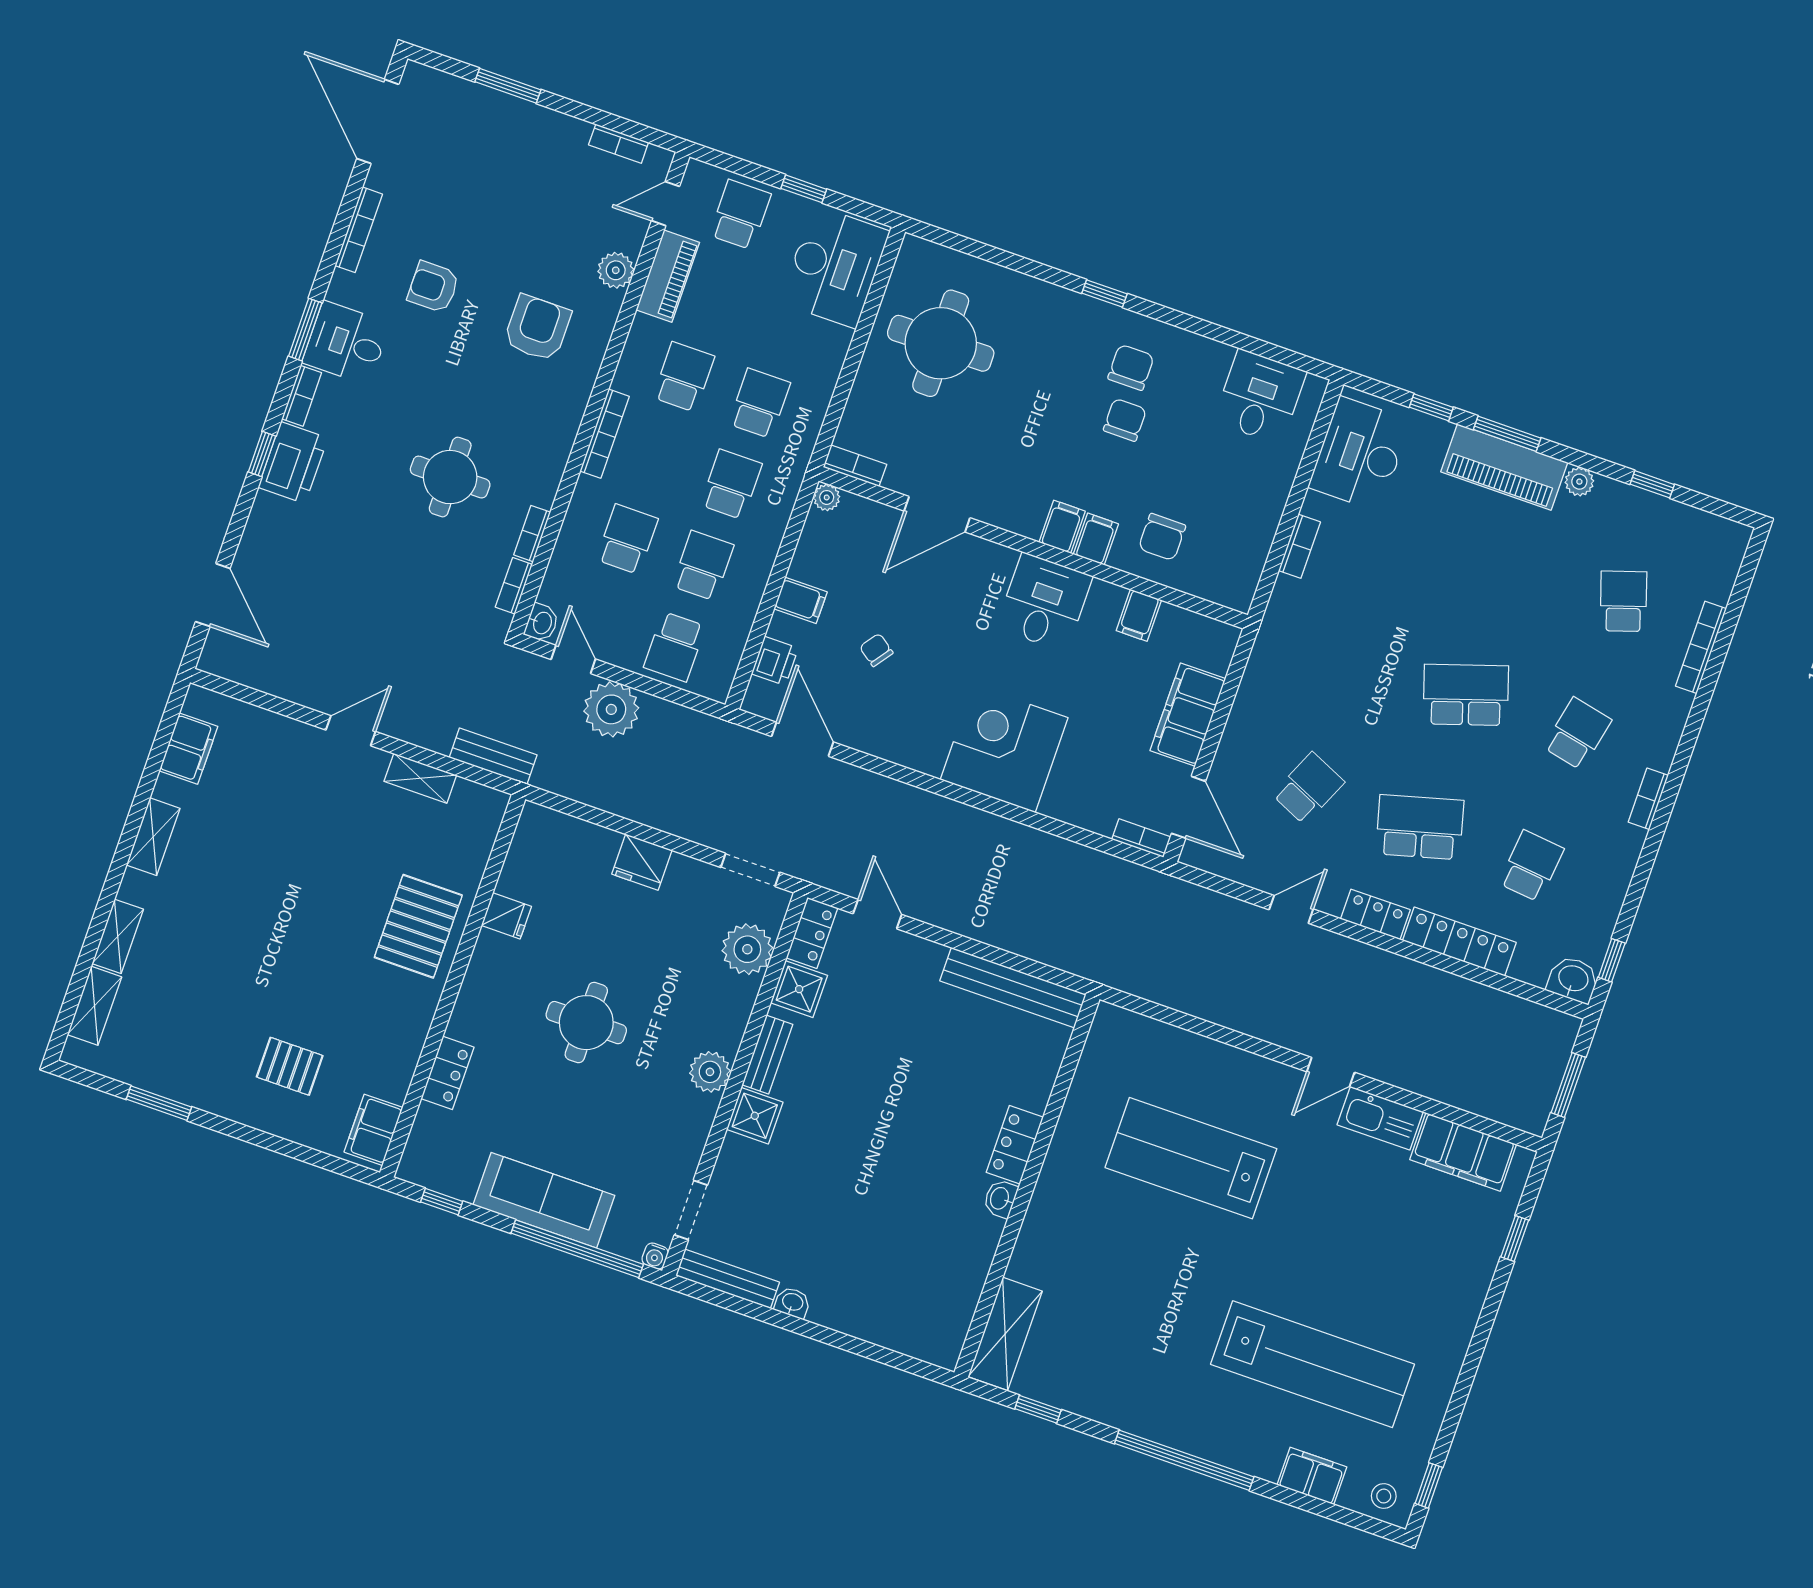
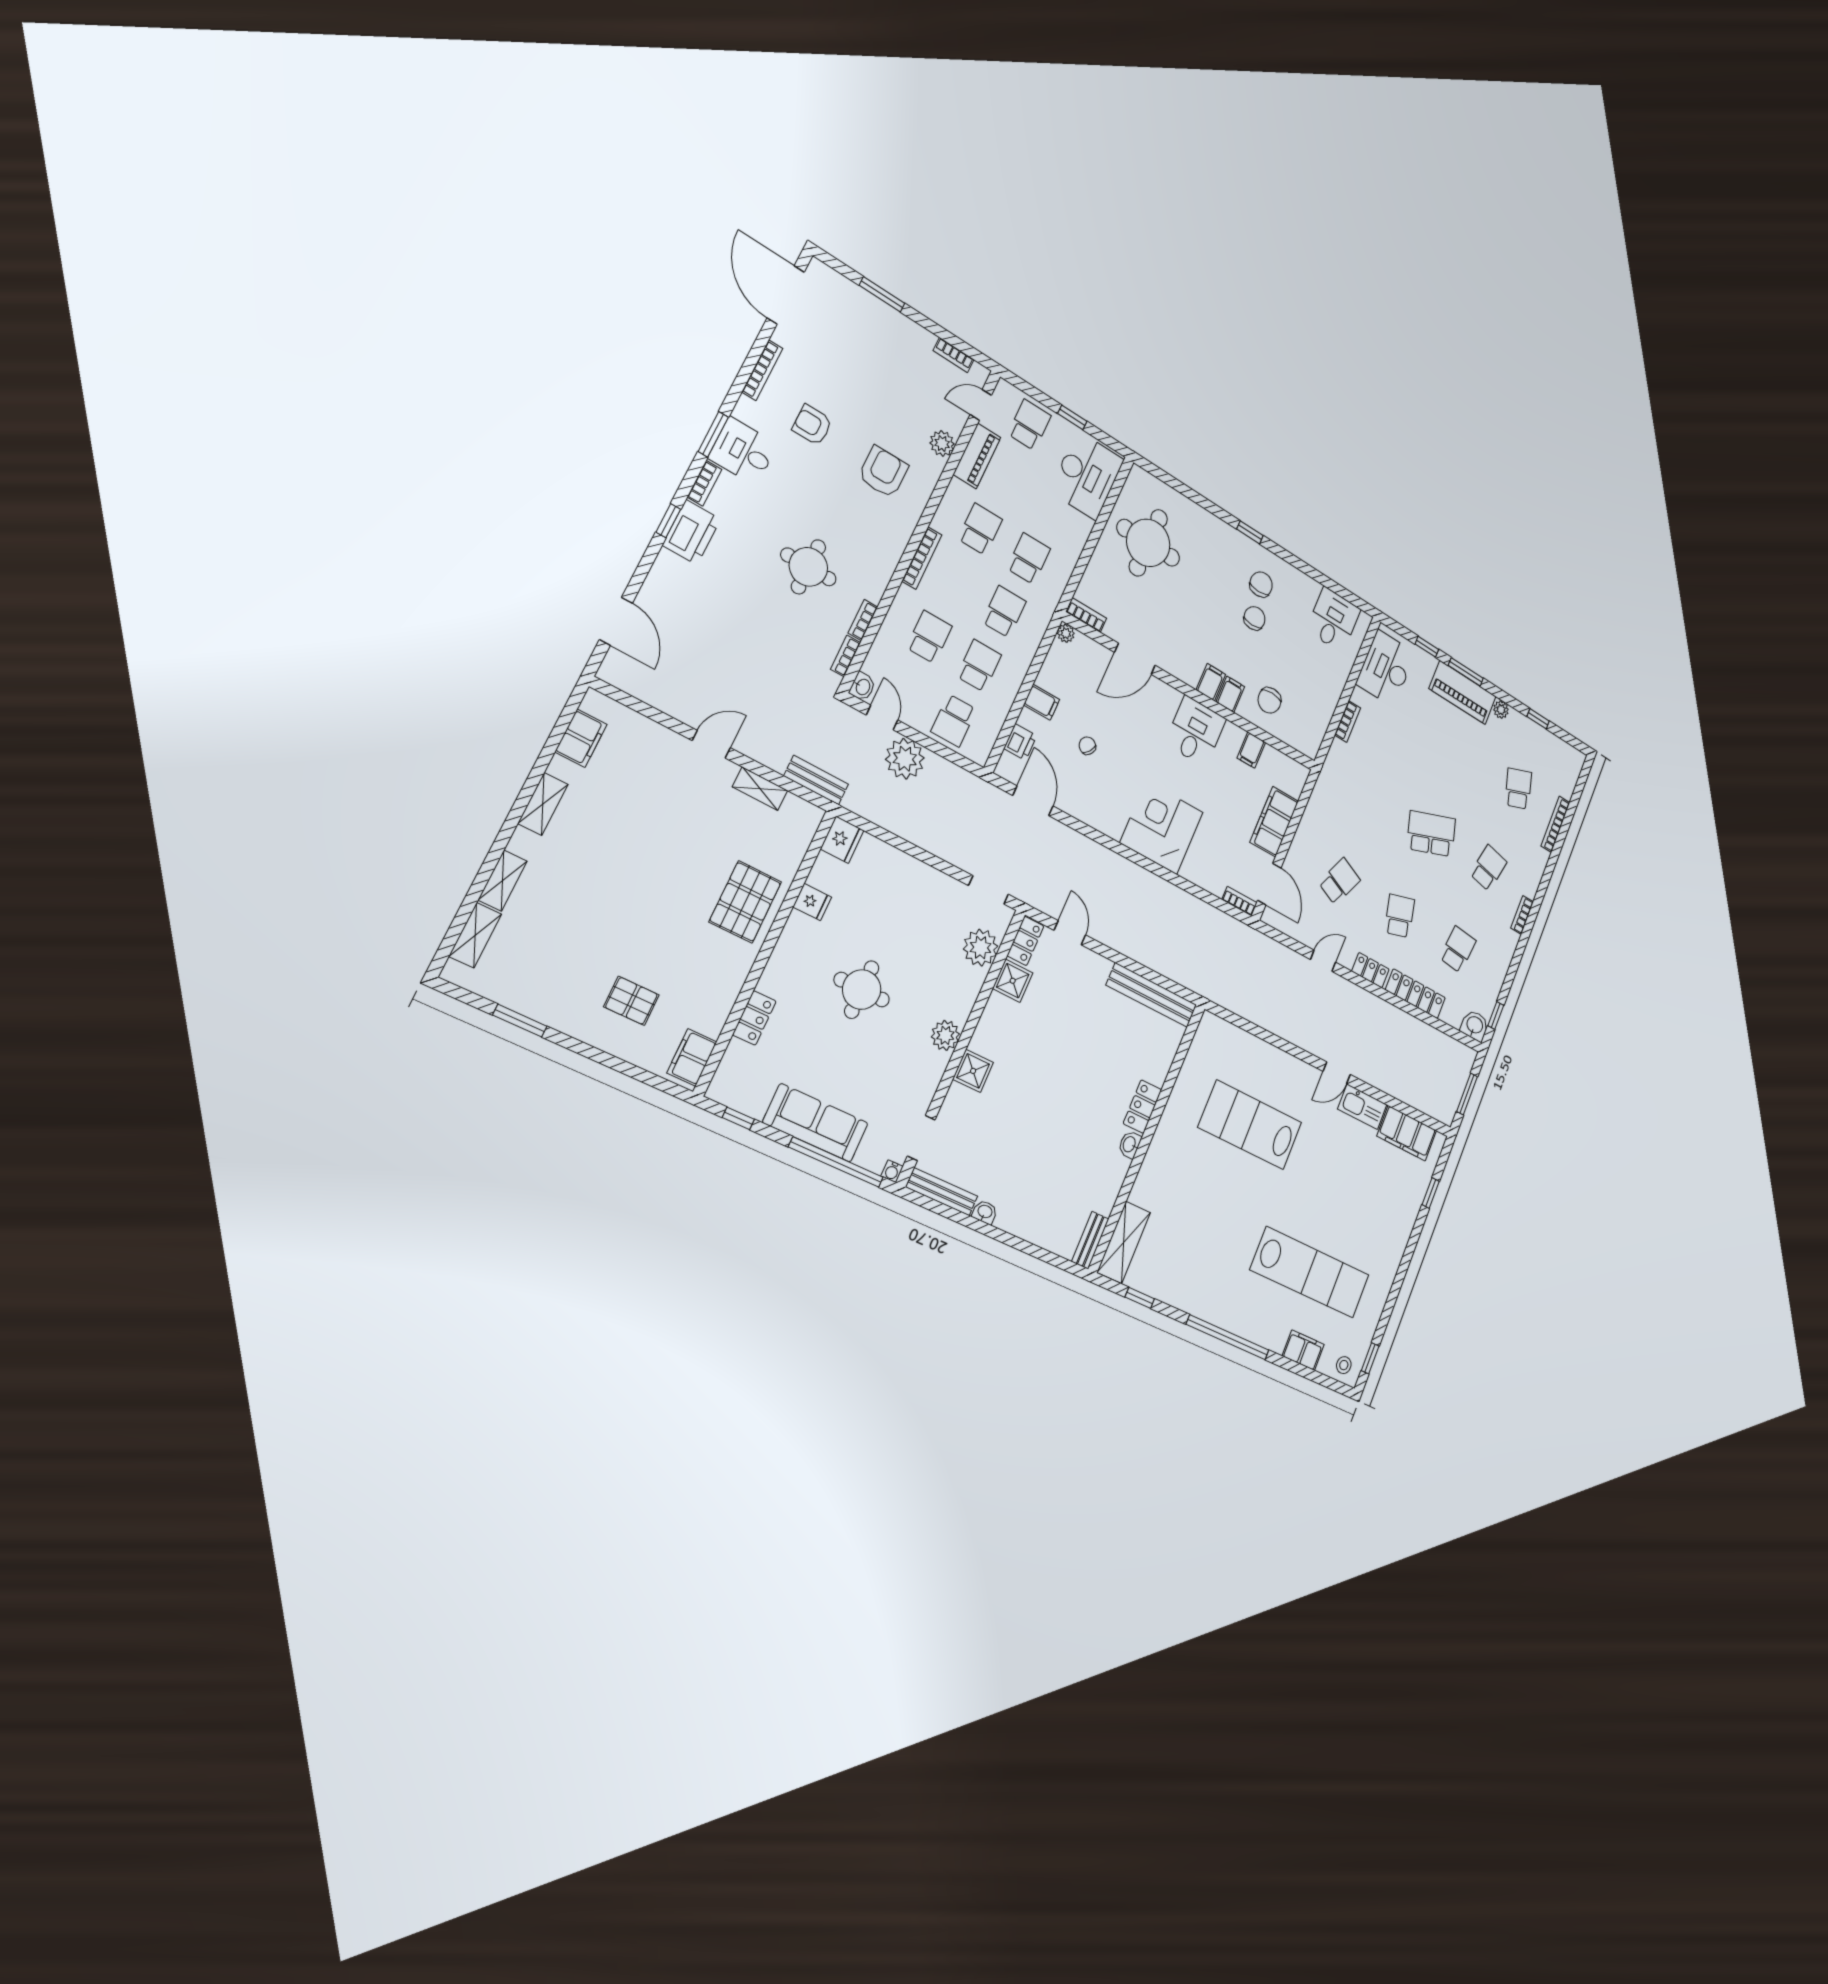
school desk: (1420, 827) -> (1400, 916), width x0.54
fridge: (642, 862) -> (842, 840), moved, turned -90
bench: (767, 1055) -> (1090, 1240), moved

